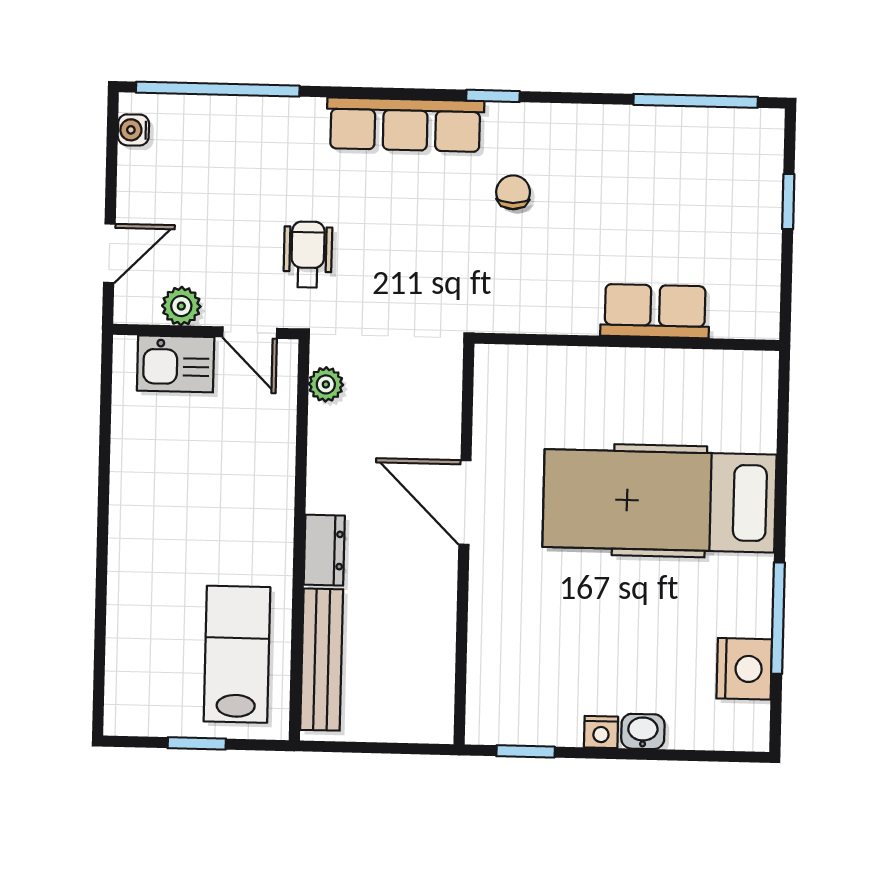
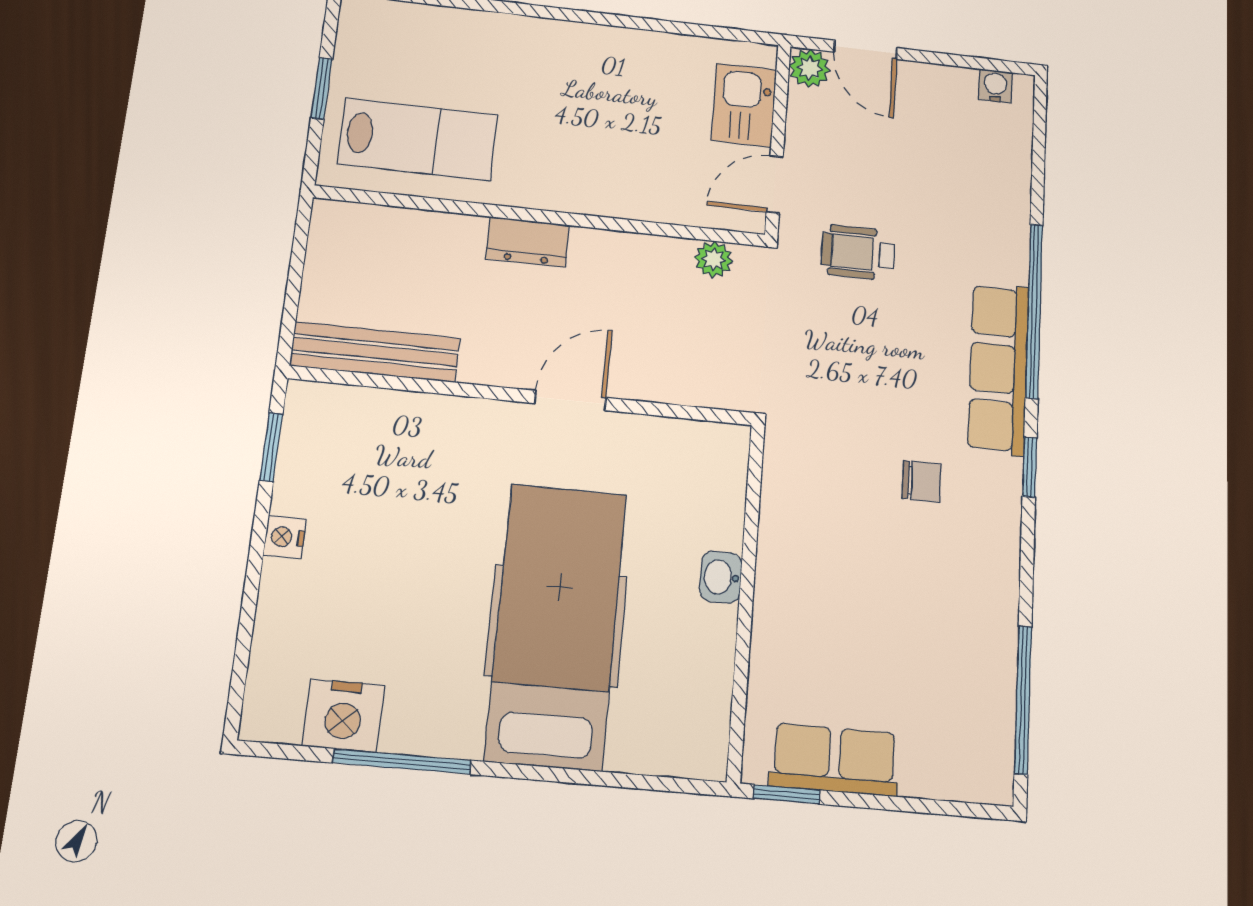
window: (218, 89) -> (1034, 310), moved
window: (788, 202) -> (787, 794), moved
wheelchair: (308, 255) -> (858, 253), turned 180
plant: (181, 306) -> (810, 68), moved
row of seats: (655, 311) -> (834, 760), moved, turned -90
door: (465, 502) -> (570, 400), width x0.73
bench: (322, 660) -> (375, 352), moved
washbasin: (643, 731) -> (721, 577), moved, turned 180

